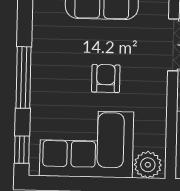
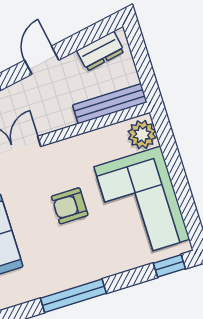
window: (23, 77) -> (73, 296), moved

